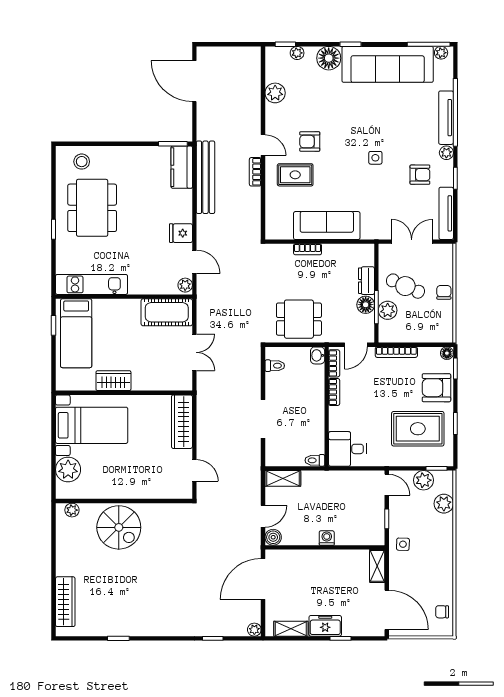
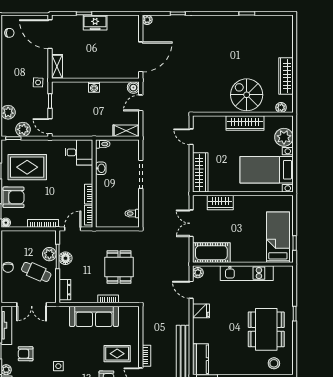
dresser: (366, 281) -> (65, 290), moved
kitchen unit: (92, 284) -> (247, 273), moved
dining table: (299, 319) -> (119, 267), moved, turned 90
washbasin: (318, 355) -> (101, 168), moved
wardrobe: (113, 381) -> (220, 203), moved
wardrobe: (121, 489) -> (245, 123), added
wardrobe: (65, 602) -> (286, 76), moved
shelving: (291, 629) -> (120, 20), removed

